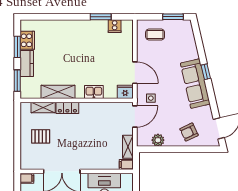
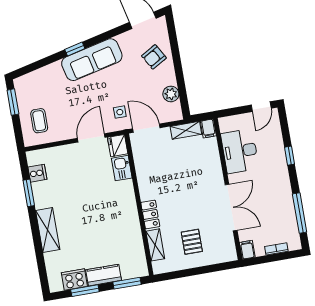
shelving: (58, 92) -> (48, 230), moved
kitchen sink: (94, 92) -> (122, 168), moved
armchair: (189, 132) -> (154, 57), turned 85

